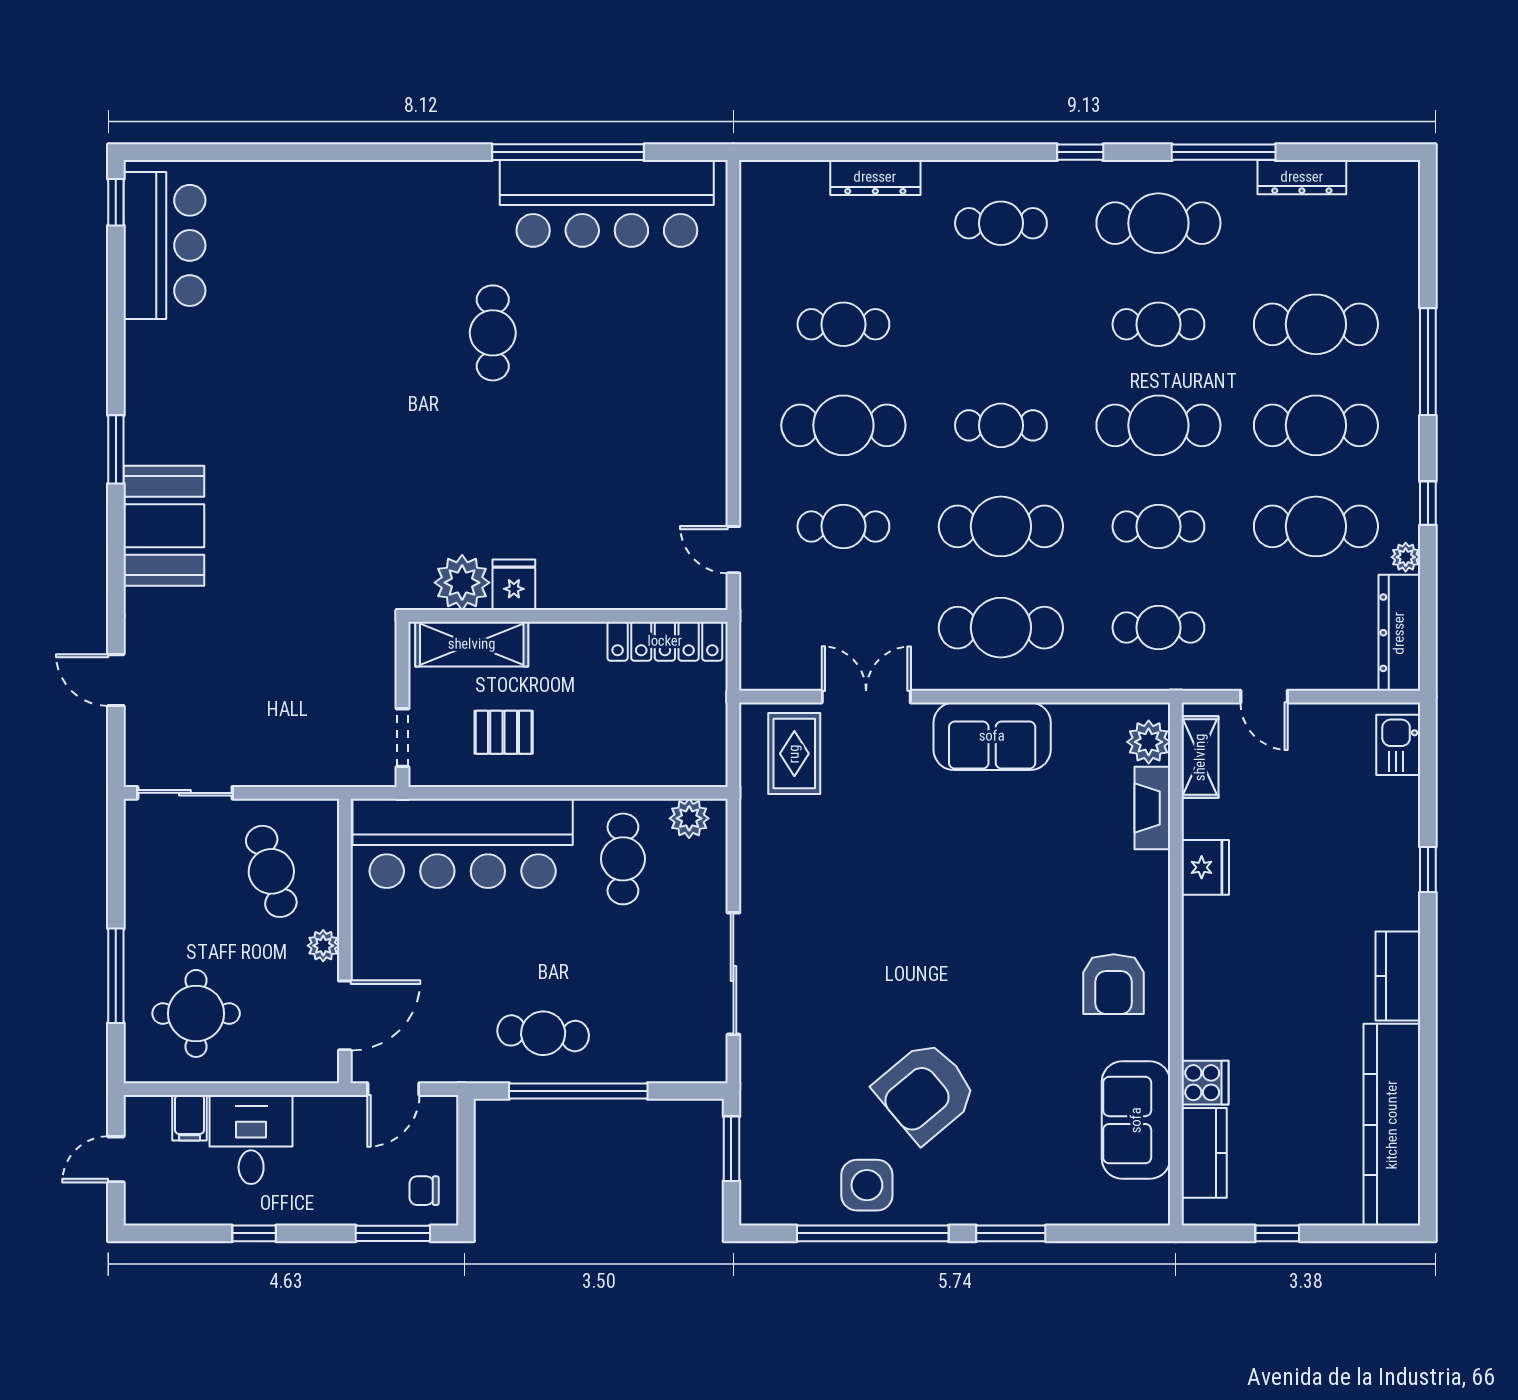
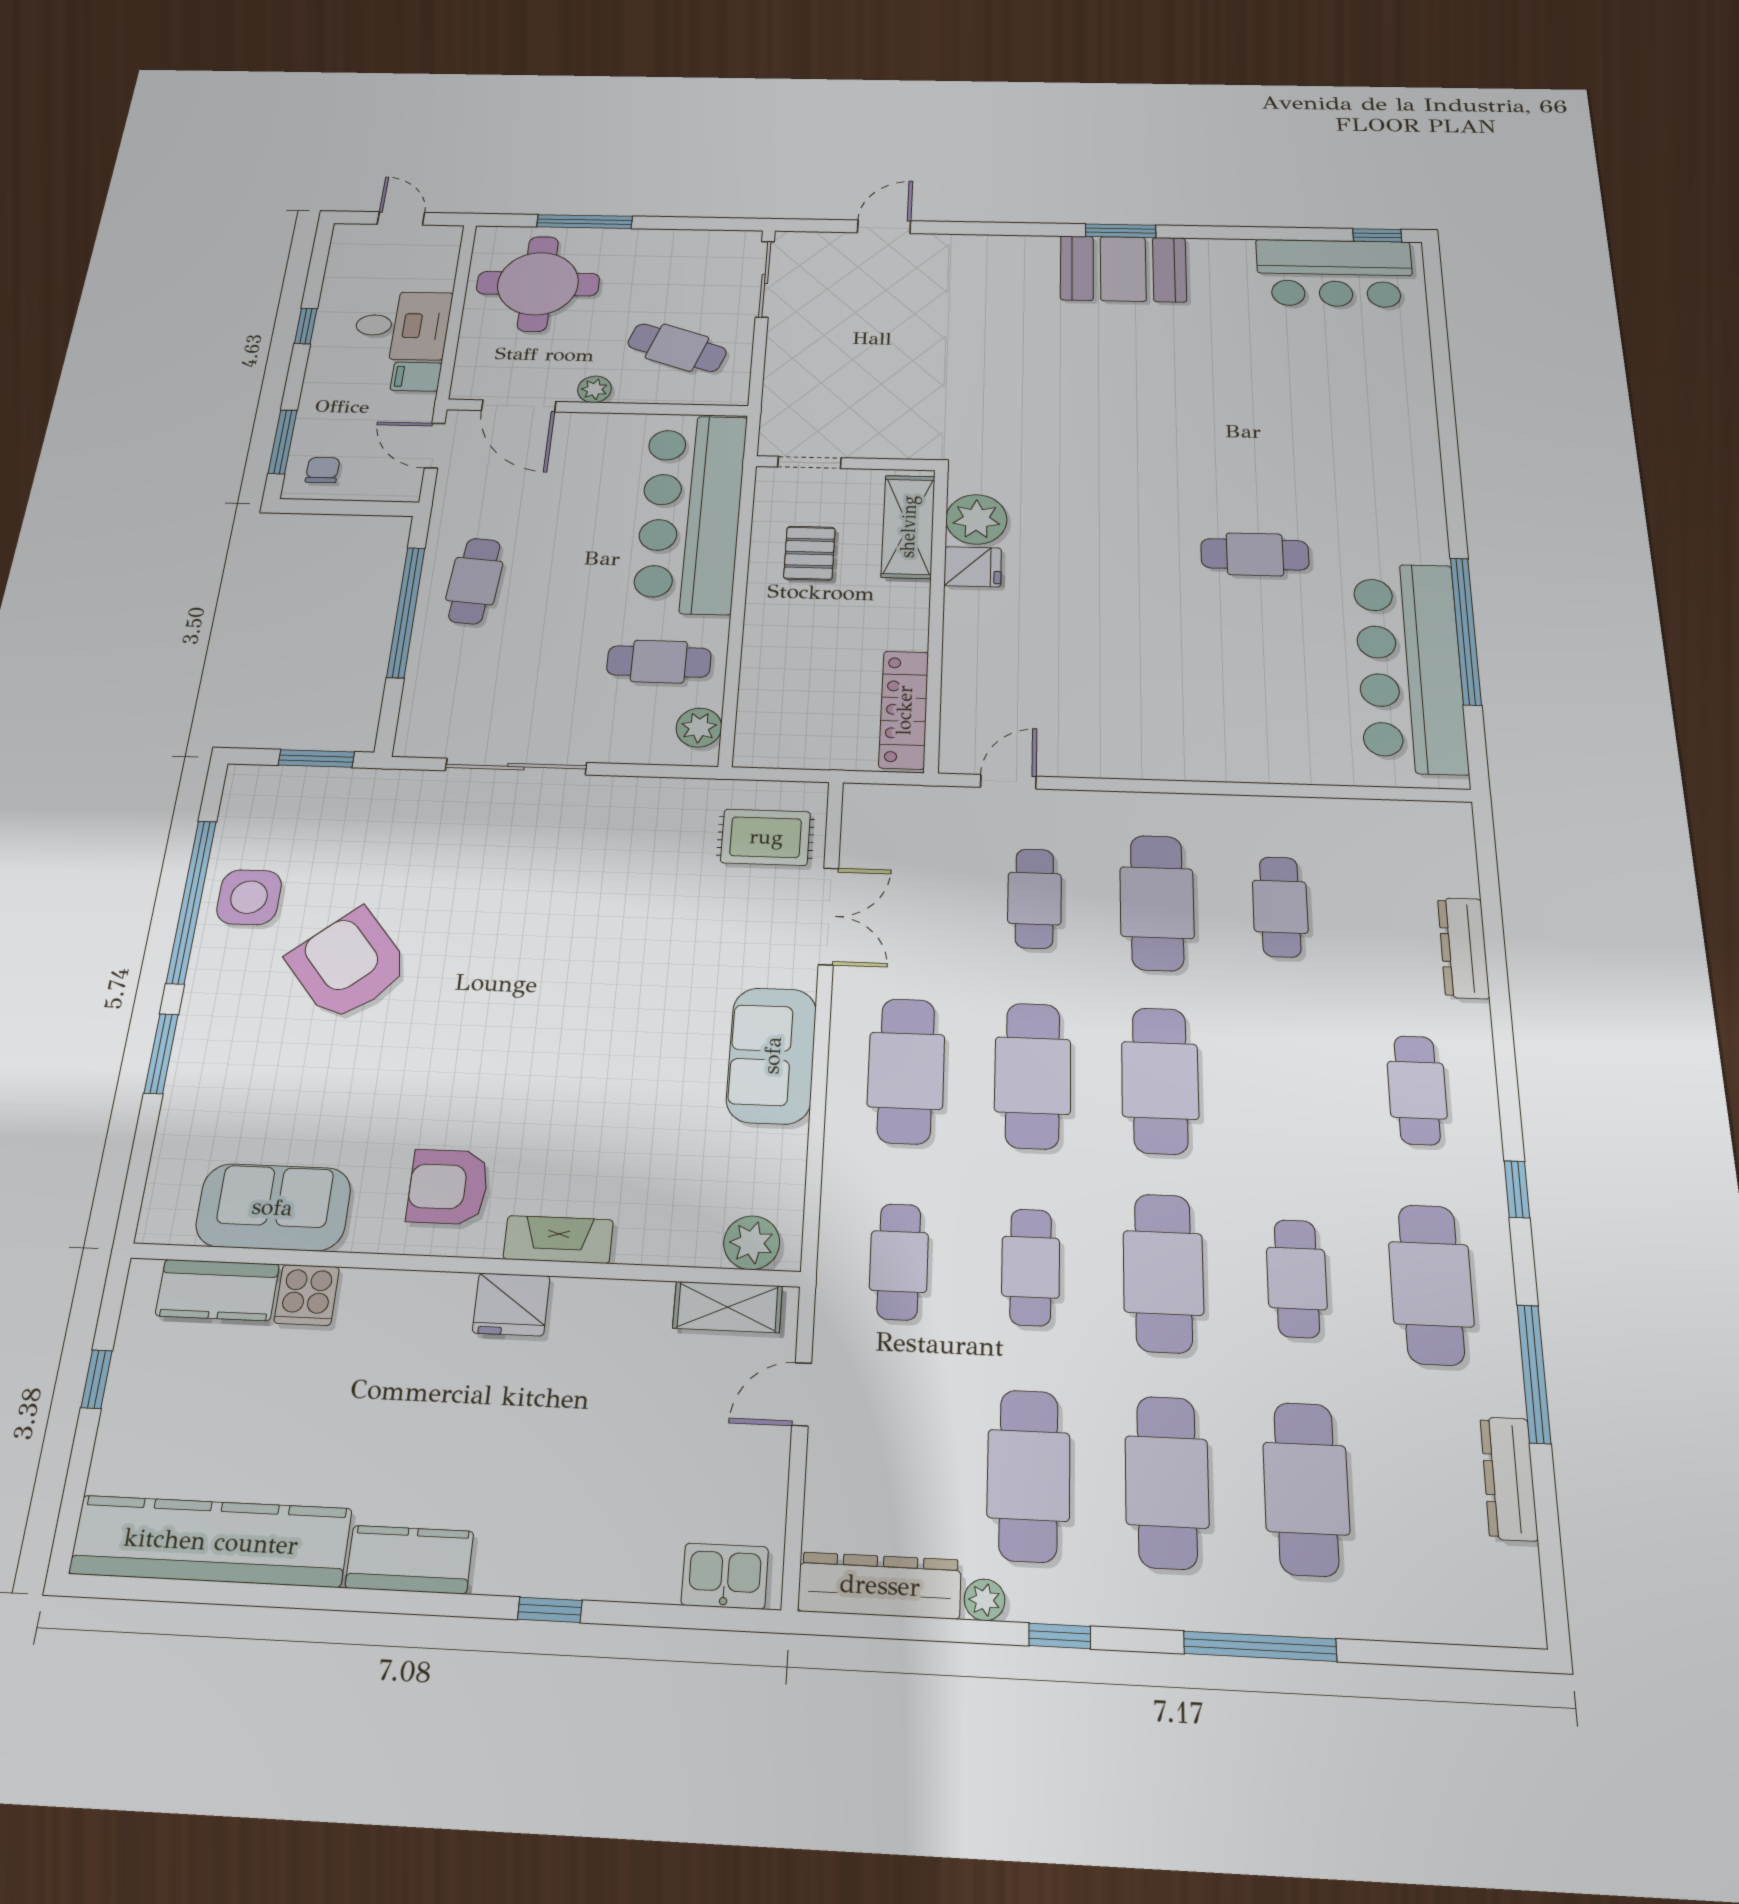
cafe table: (1001, 425) -> (1160, 1080), width x1.37, depth x1.35
booth: (164, 526) -> (1123, 269), moved
fireplace: (1152, 808) -> (558, 1239), moved
fridge: (1205, 867) -> (511, 1304), moved
cafe table: (271, 871) -> (677, 348), turned 36
round table: (196, 1013) -> (538, 284), width x1.36, depth x1.36
filing cabinet: (189, 1118) -> (416, 377), moved

